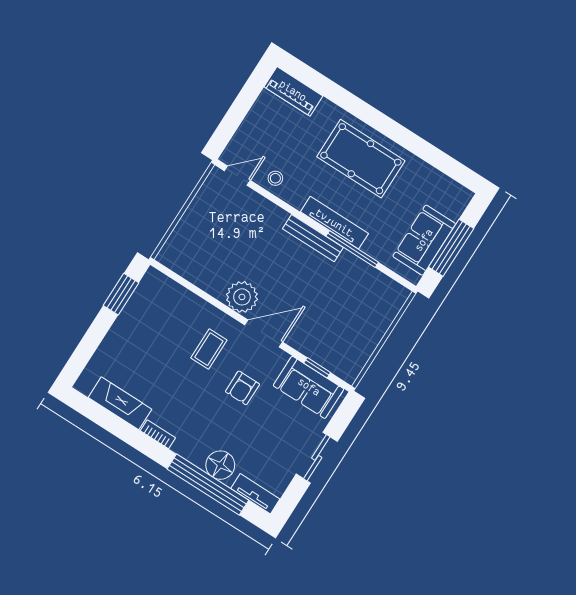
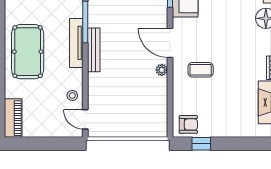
window: (121, 294) -> (201, 144), width x0.67
plant: (242, 297) -> (162, 70), width x0.53, depth x0.53
armchair: (242, 388) -> (188, 124), moved

